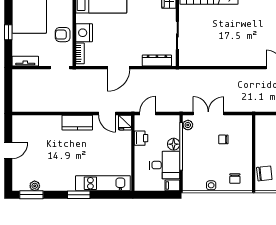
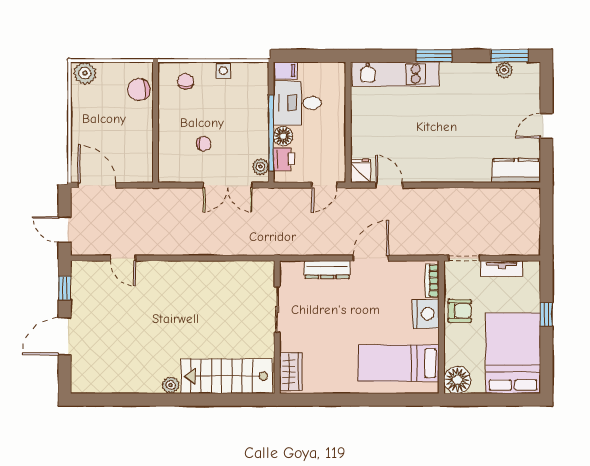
dresser: (157, 60) -> (327, 270), moved
tv unit: (25, 61) -> (502, 269), moved
kitchen counter: (77, 123) -> (516, 171), moved
printer: (141, 138) -> (284, 159), moved, turned 180

